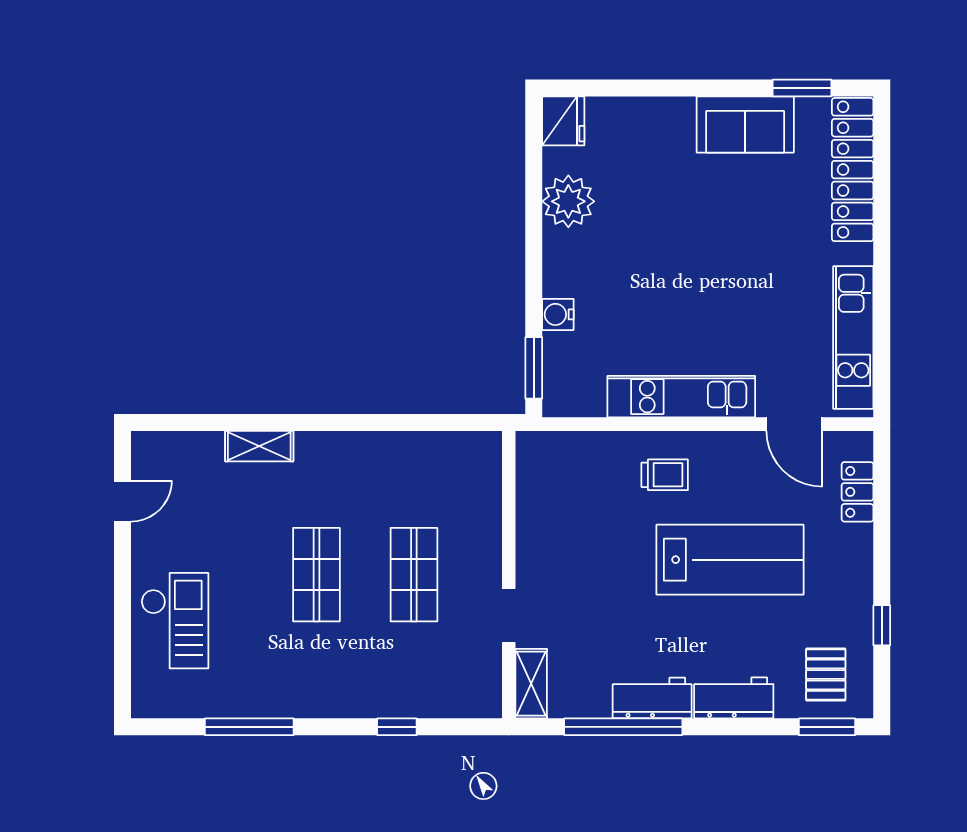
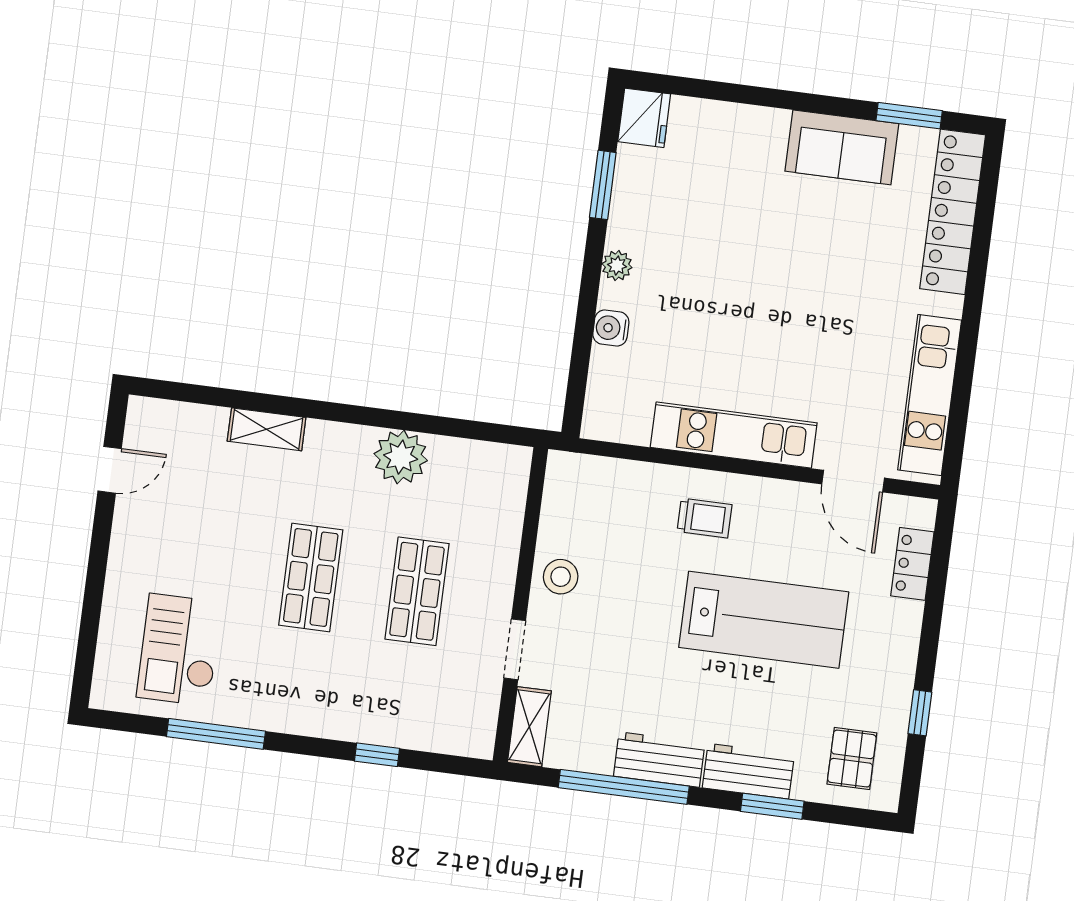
plant: (568, 201) -> (617, 266), moved, width x0.53, depth x0.53
window: (534, 368) -> (603, 185), moved
plant: (383, 455) -> (401, 457), added
stool: (542, 545) -> (561, 577), added
checkout: (175, 621) -> (179, 650), moved, turned 180
window: (827, 727) -> (772, 806), moved

